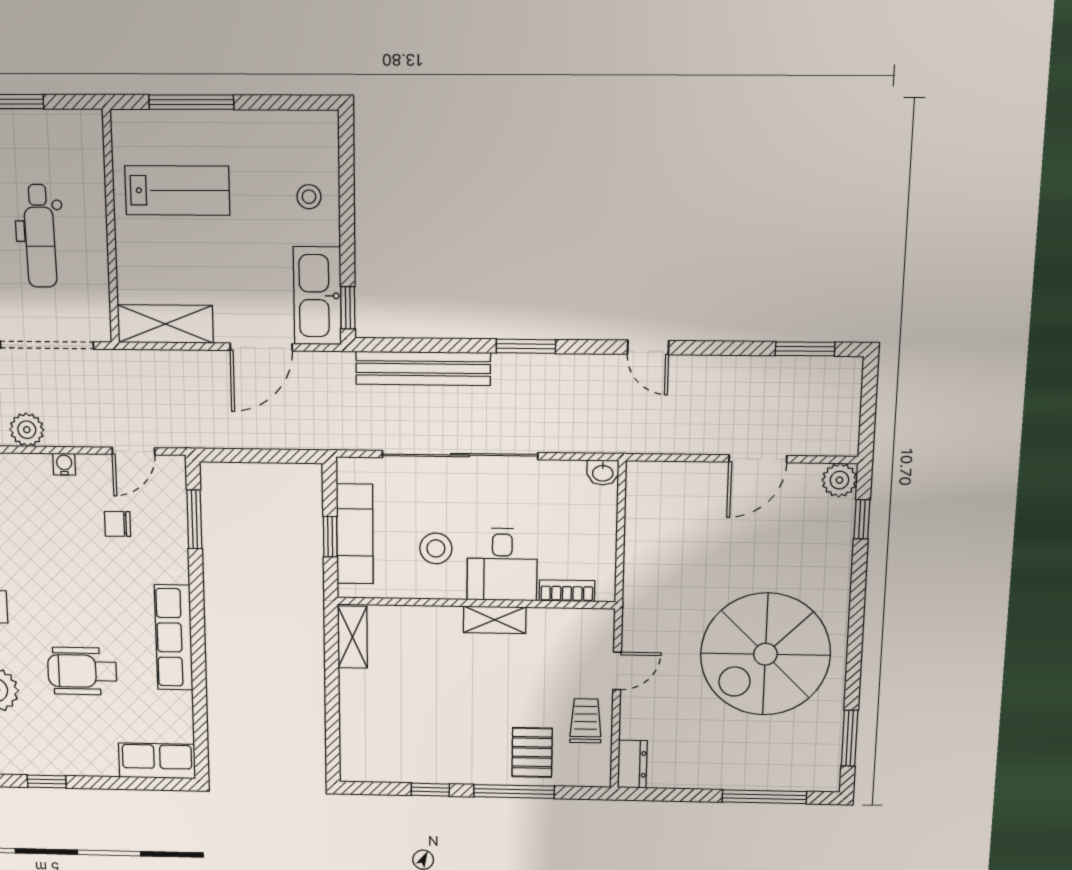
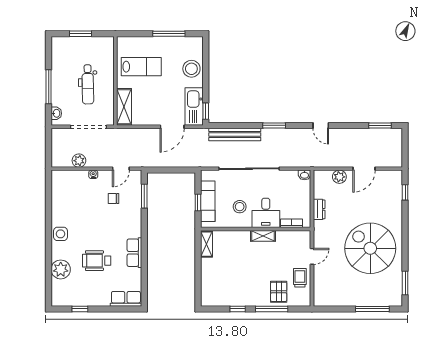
window: (191, 102) -> (169, 34), moved
stool: (309, 197) -> (191, 69), width x1.89, depth x1.89
shelving: (165, 324) -> (124, 107), moved, turned 90
plant: (839, 480) -> (339, 177), moved
row of seats: (174, 637) -> (134, 253), width x0.68
spiral stairs: (765, 654) -> (370, 248), turned 90
dresser: (632, 764) -> (319, 209), moved

